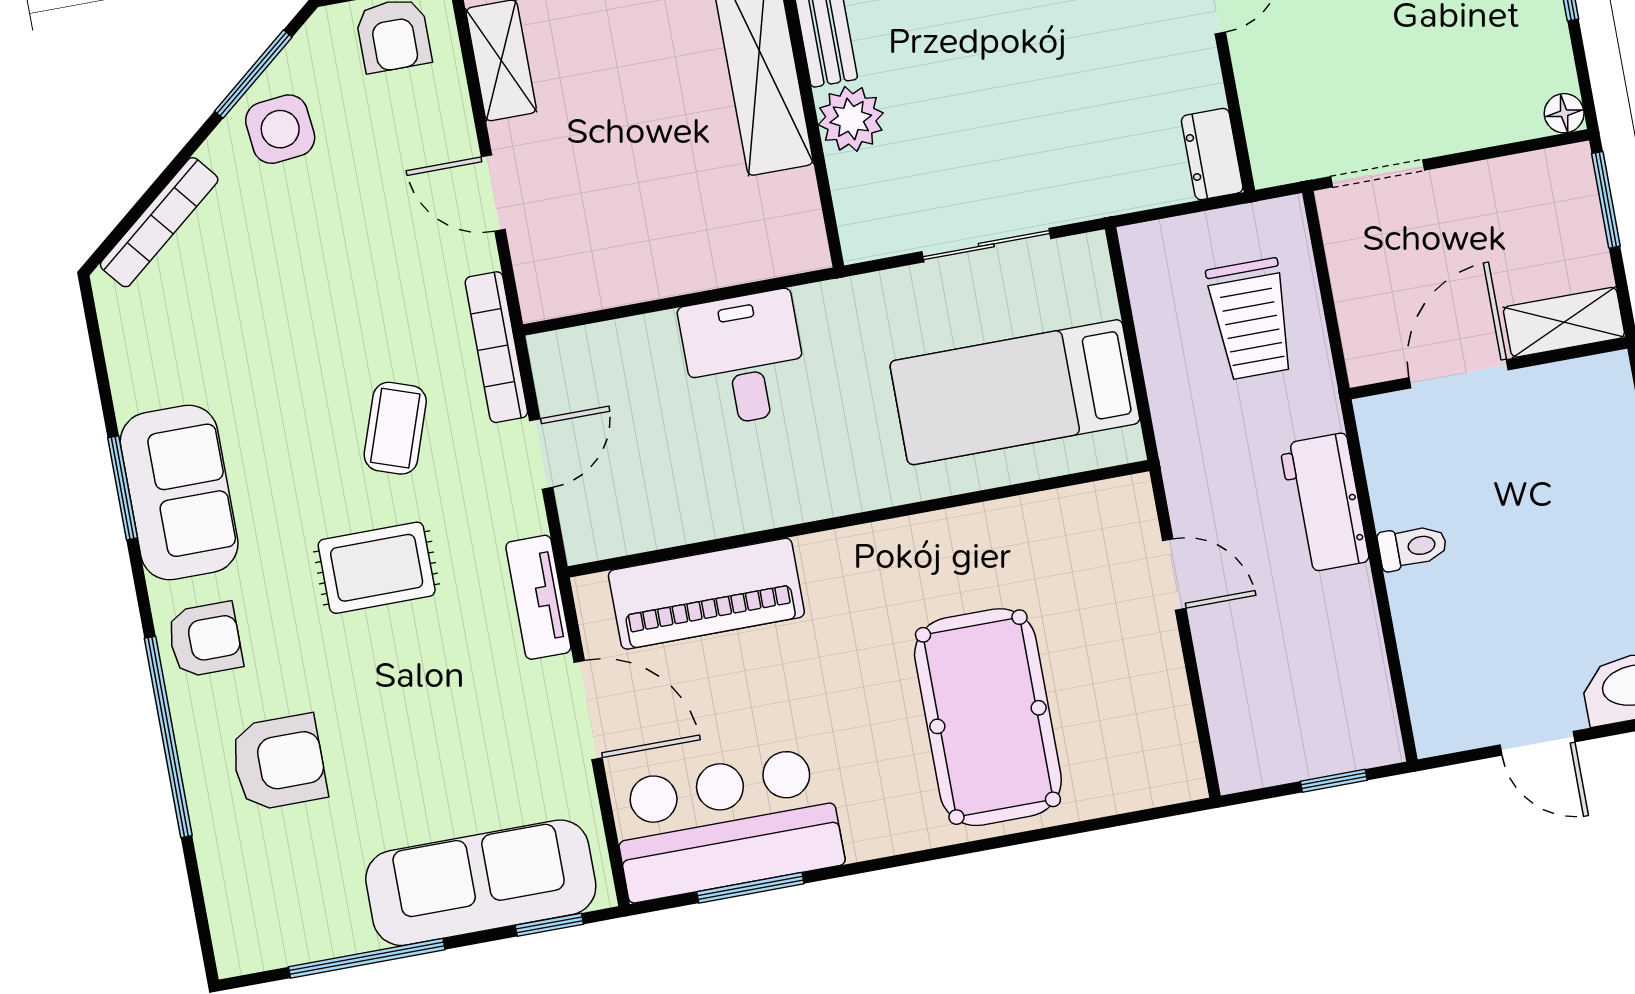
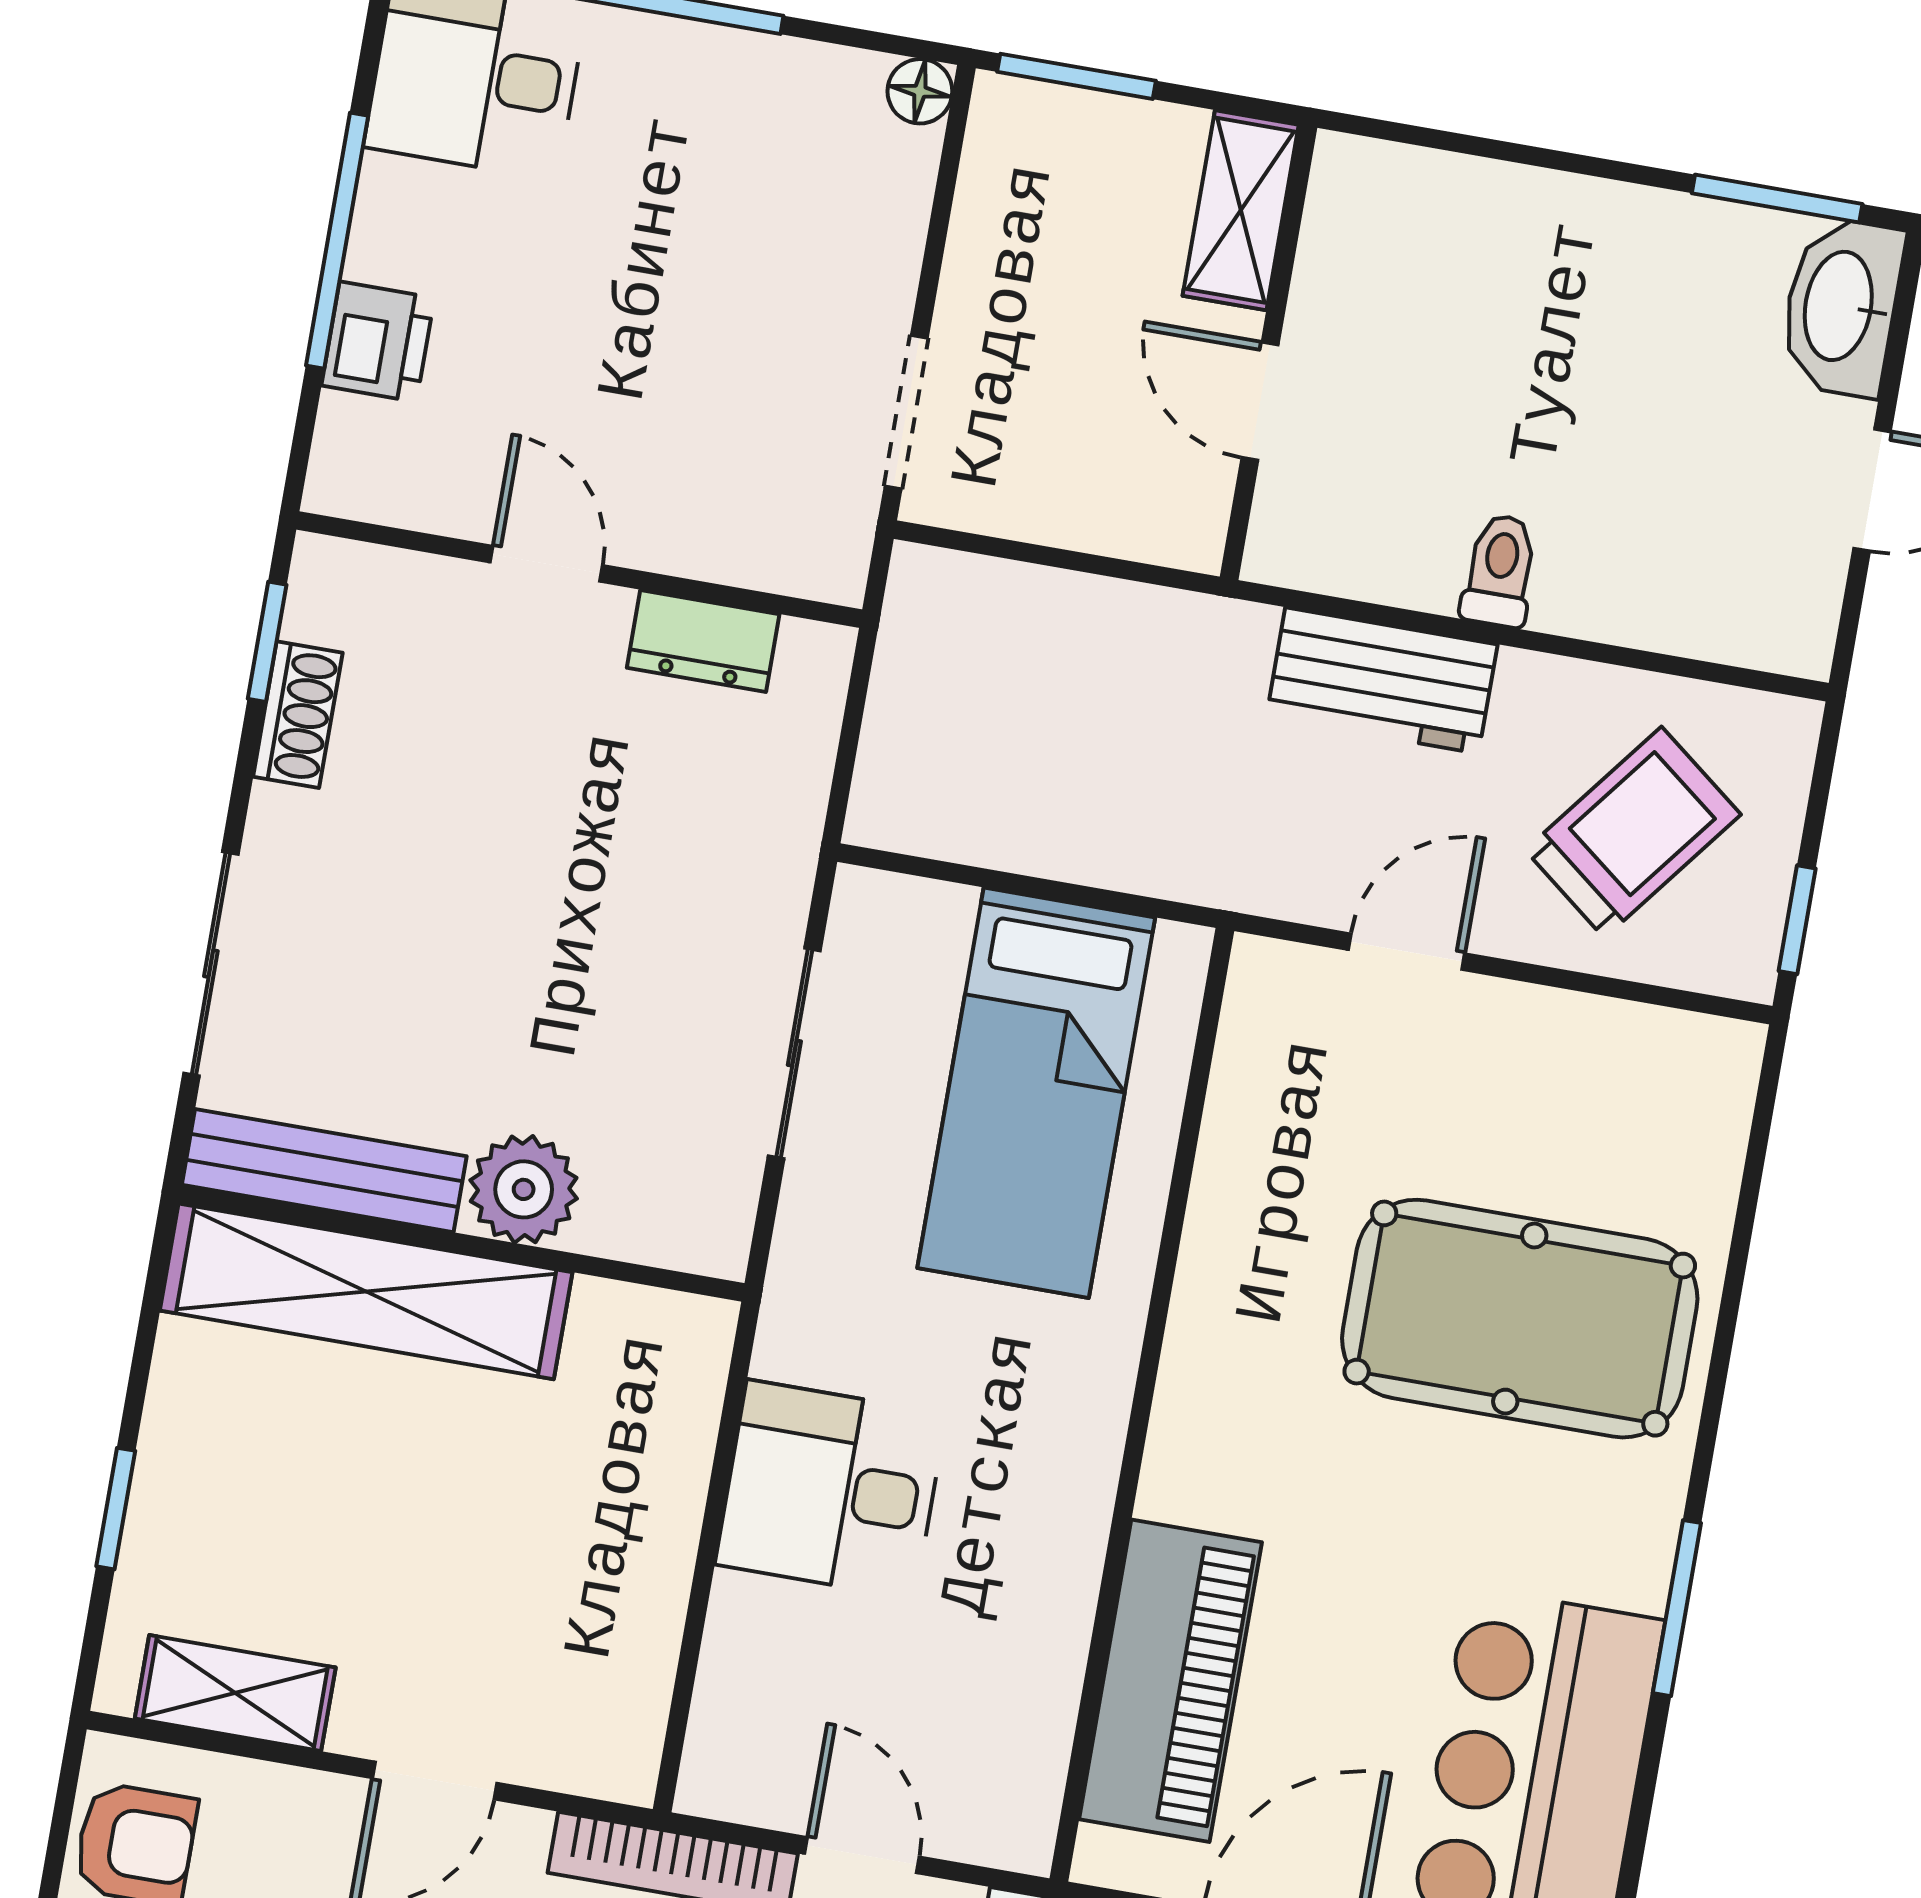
dresser: (1212, 154) -> (703, 641), moved
trolley: (1251, 319) -> (1633, 832), moved, turned -52
door: (1459, 374) -> (1260, 401), width x0.73
window: (1334, 781) -> (1797, 920), moved
window: (750, 888) -> (1677, 1608), moved

